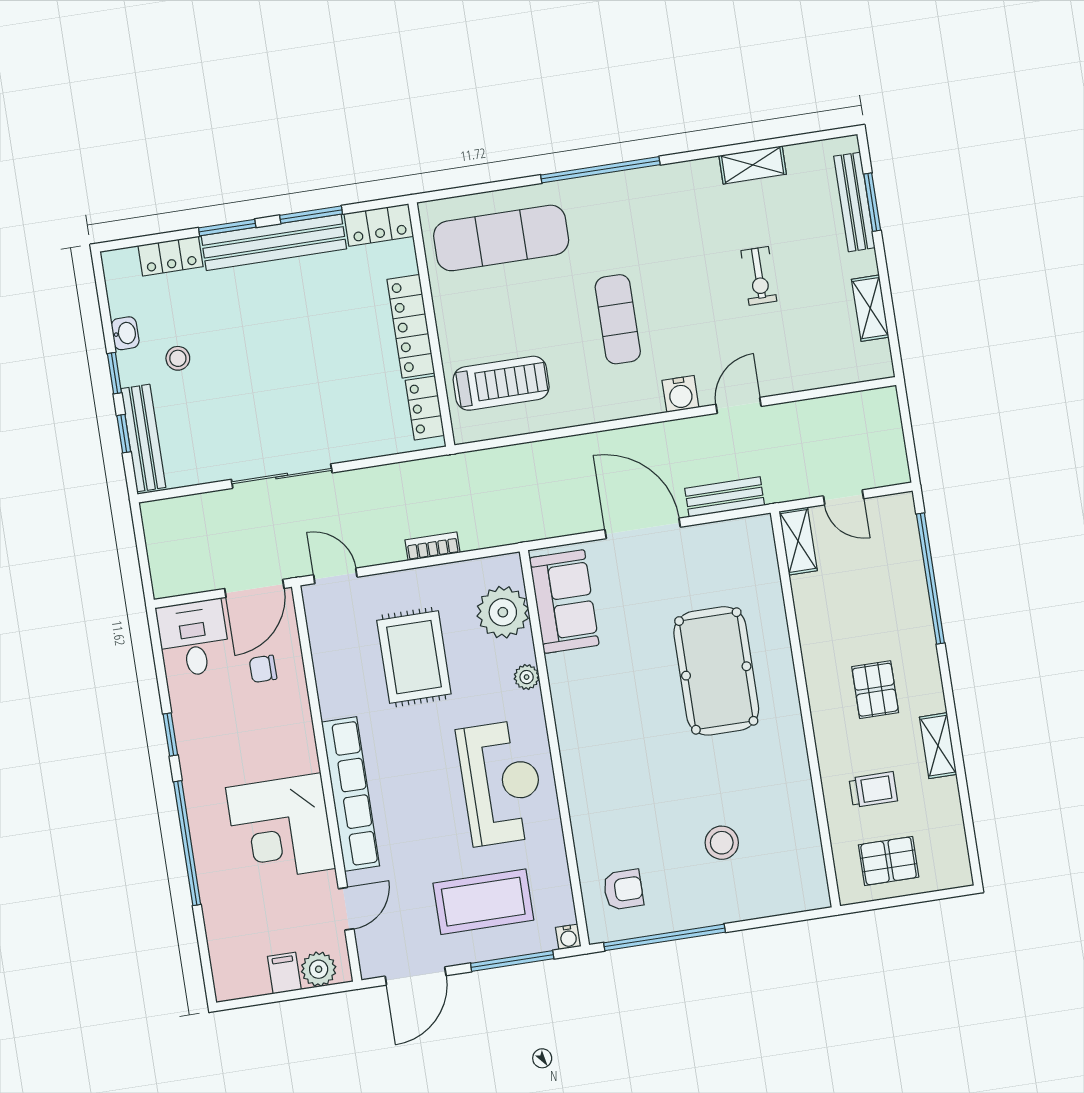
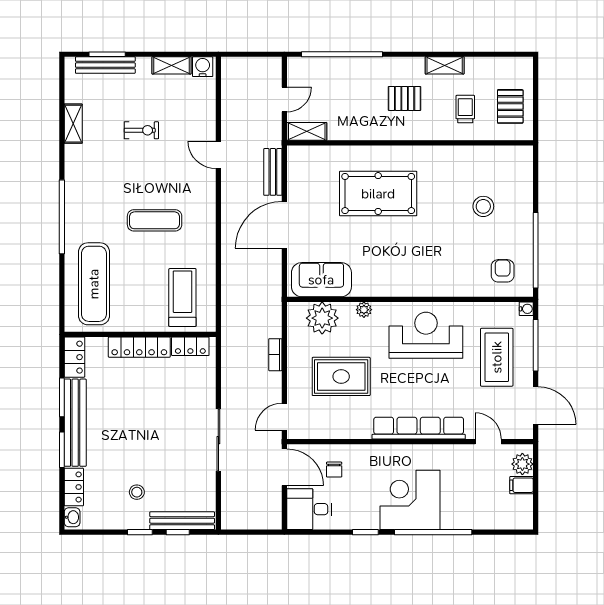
washbasin: (125, 333) -> (72, 517), moved, turned 90
water cooler: (680, 394) -> (203, 67), moved, turned -90
corner desk: (281, 828) -> (410, 500), moved, turned 180

